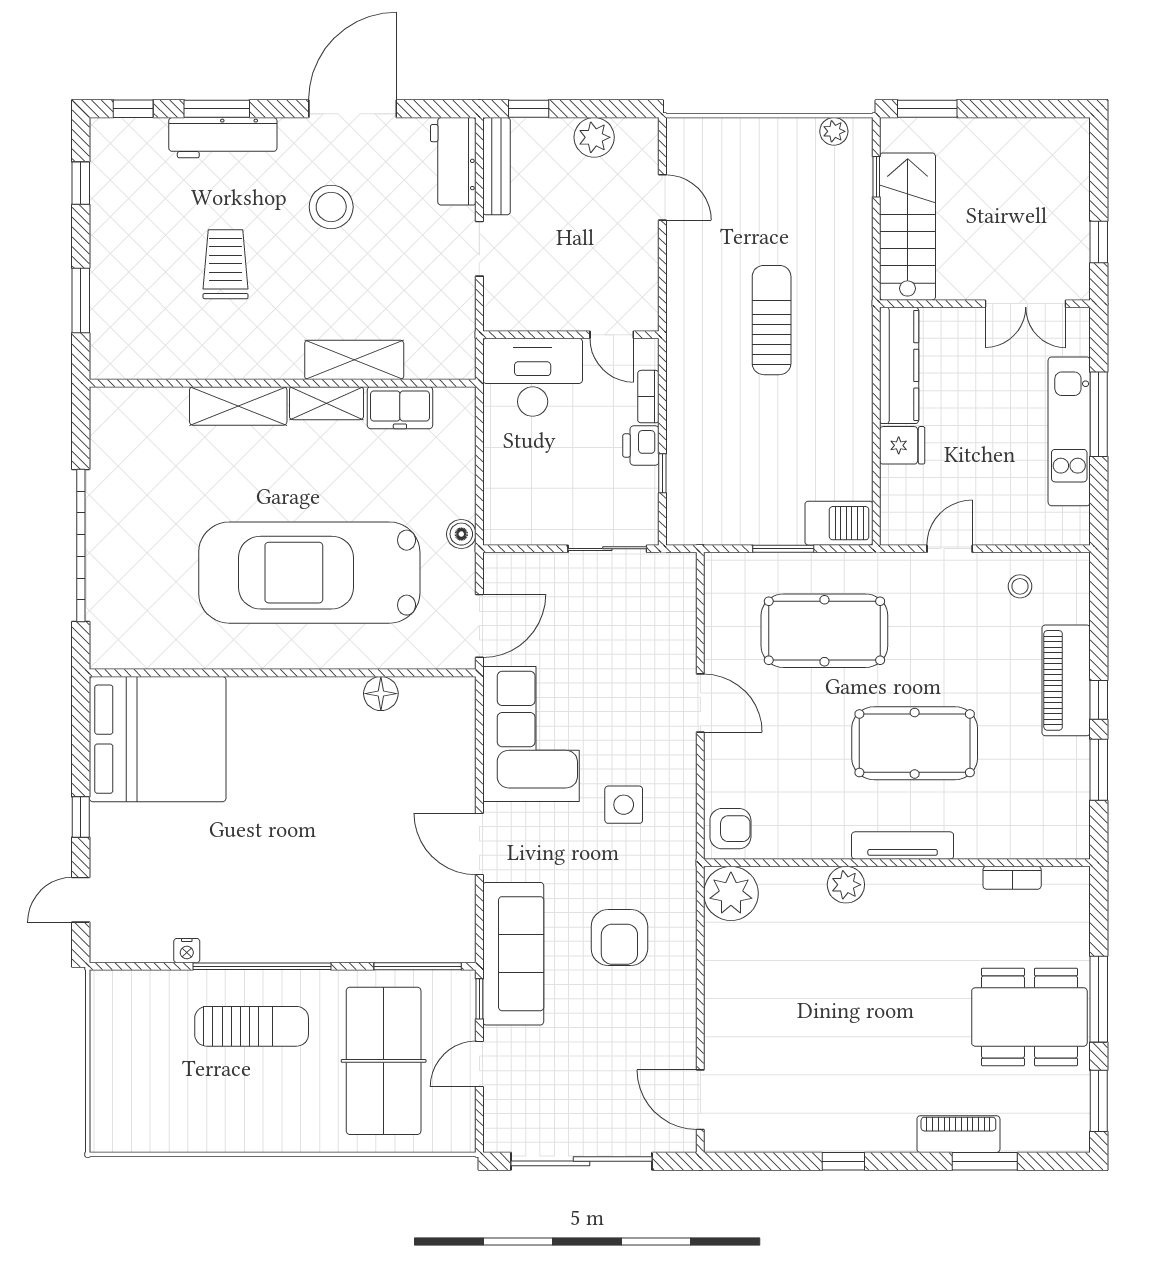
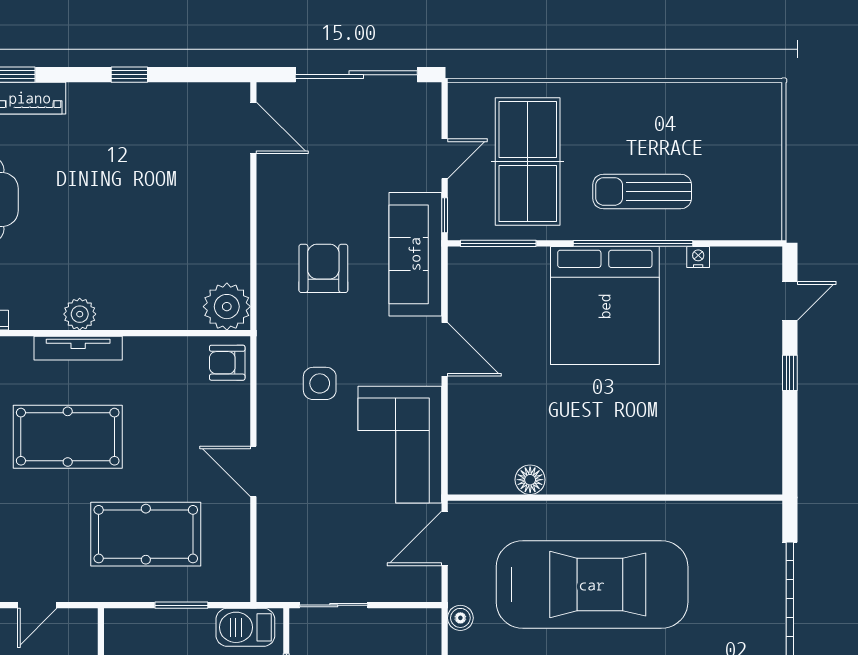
barbecue: (839, 523) -> (245, 627), moved
bed: (158, 739) -> (605, 306), moved, turned -90
plant: (846, 885) -> (80, 314), moved

